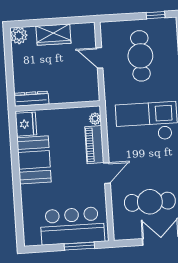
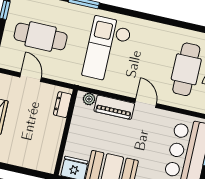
door: (99, 58) -> (31, 77), swing flipped
dresser: (31, 99) -> (63, 105), moved, width x0.70

